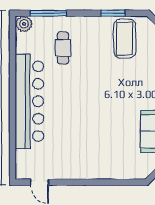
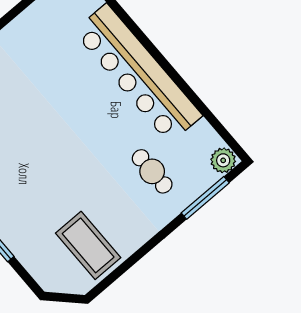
window: (113, 13) -> (128, 264), removed

